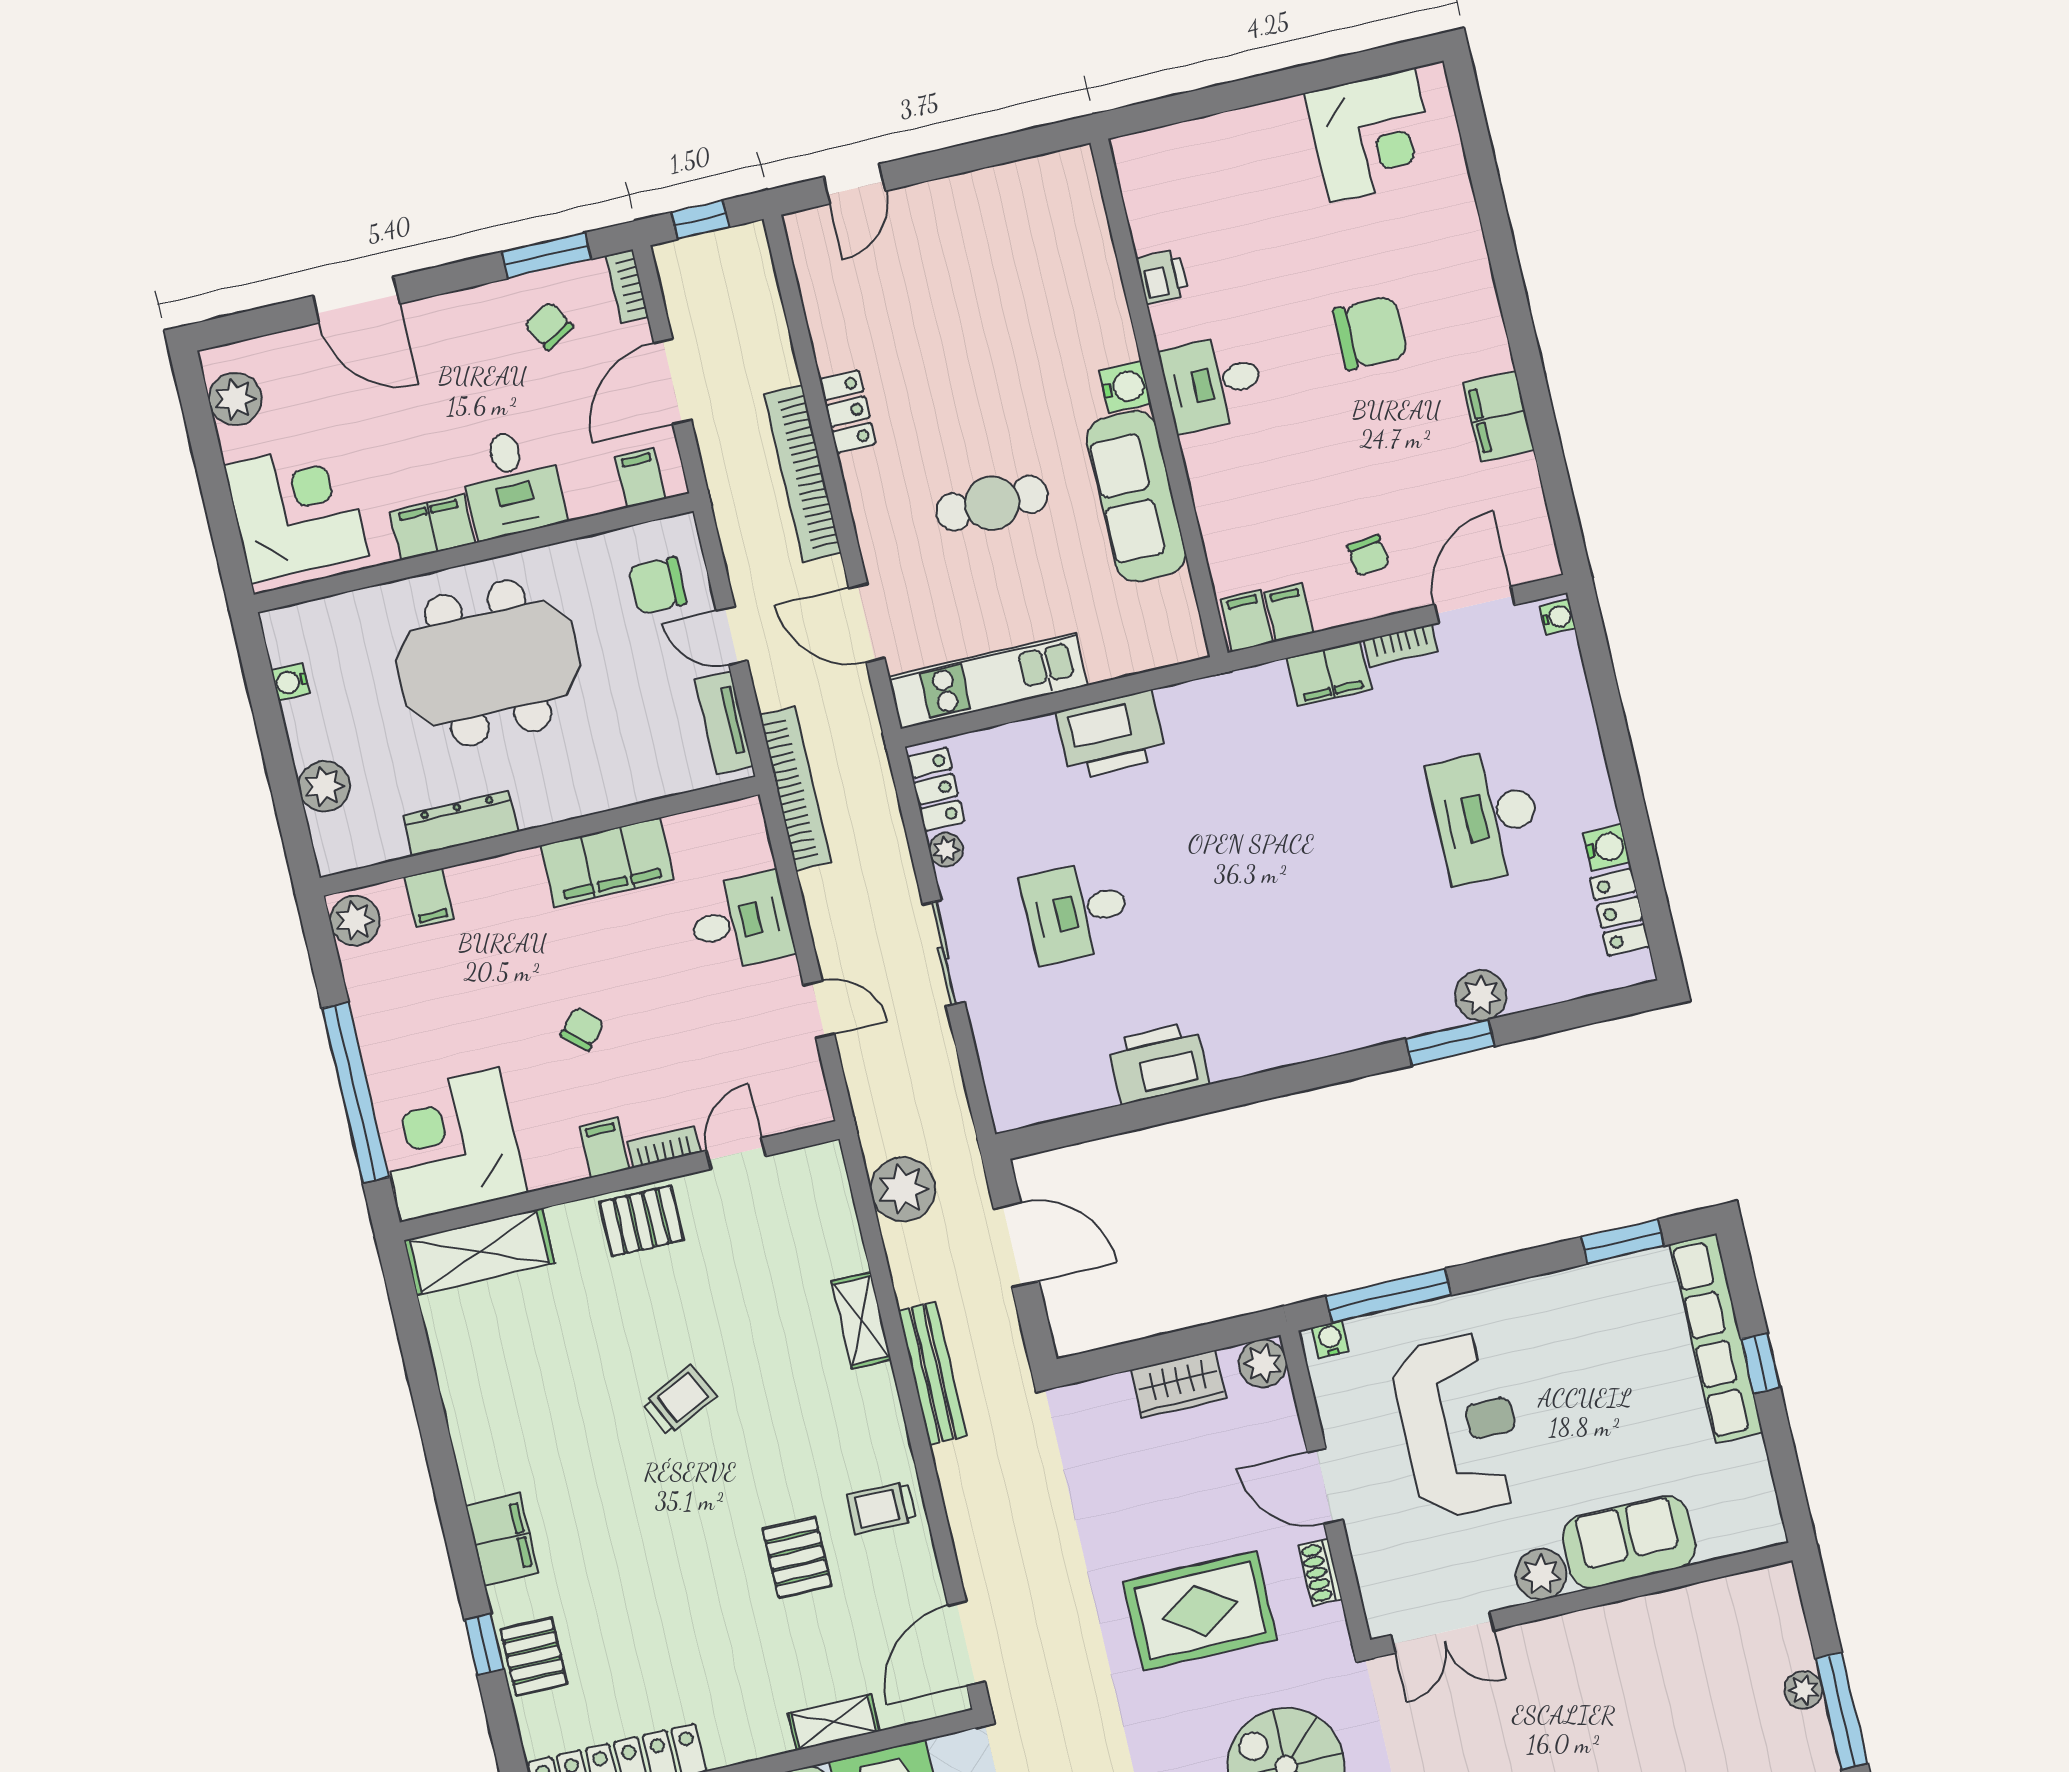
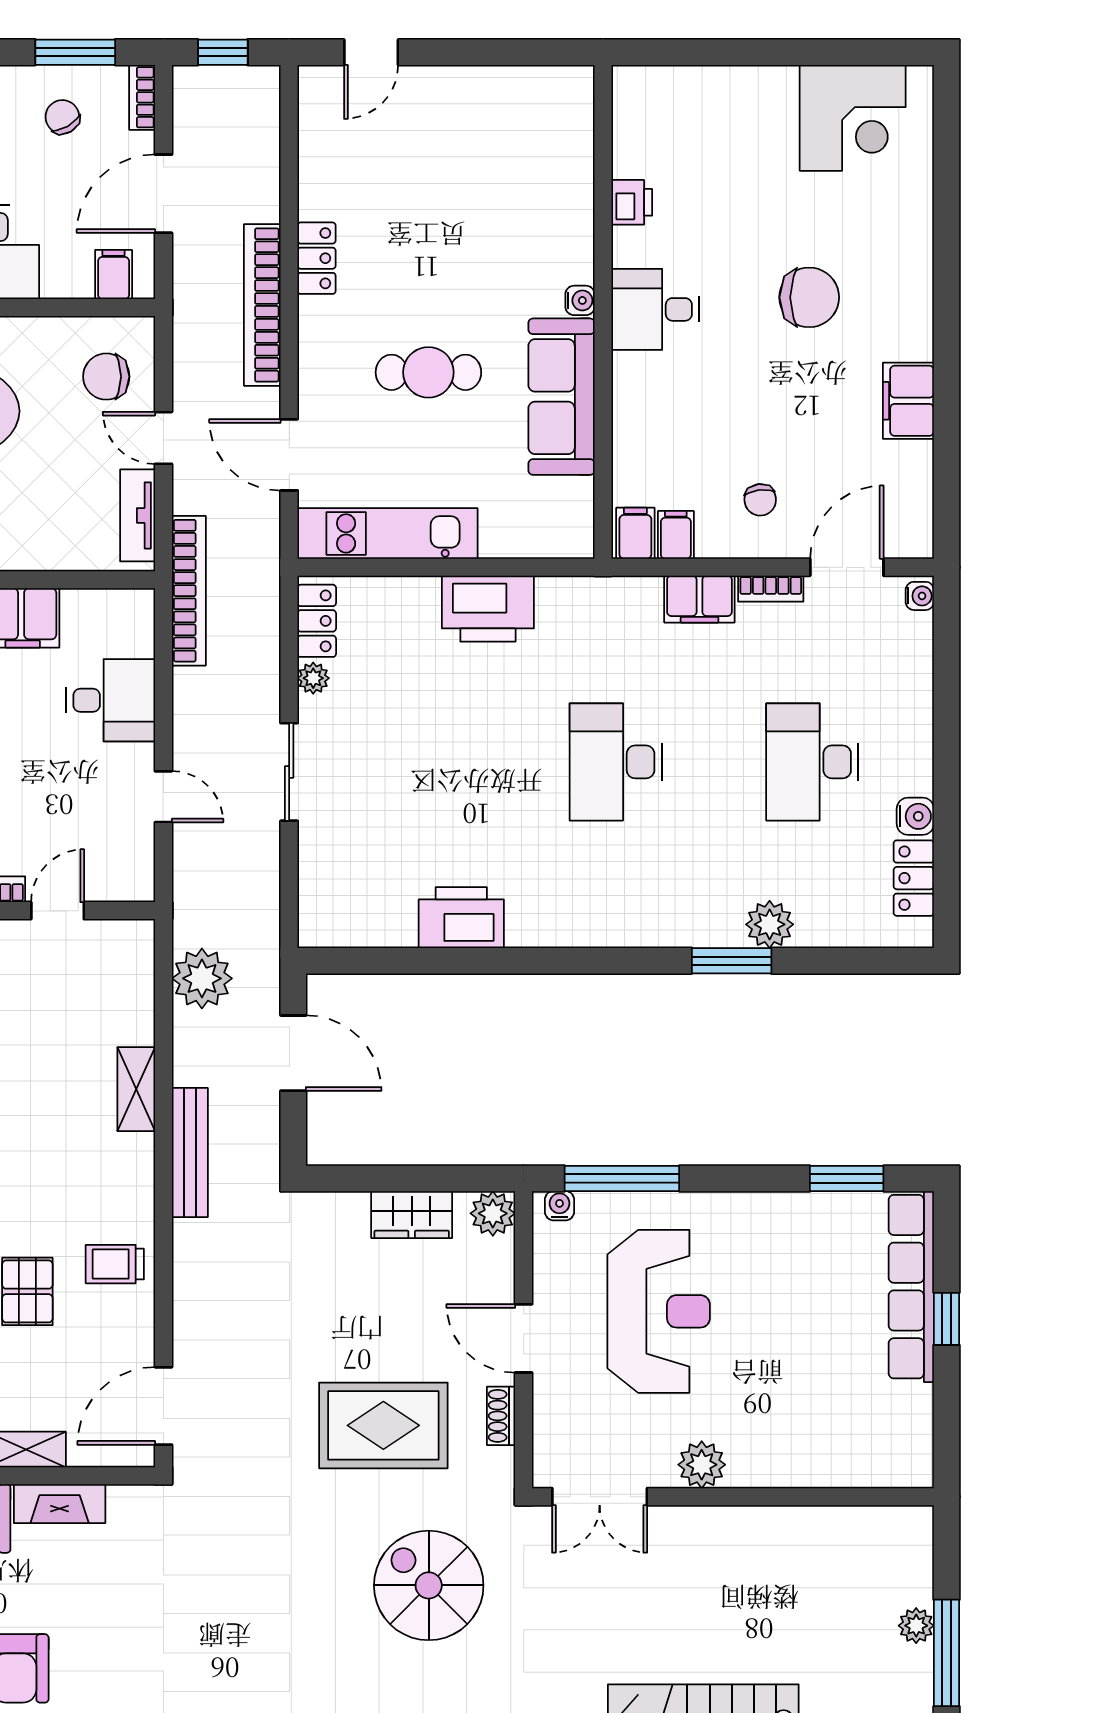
water cooler: (1125, 387) -> (580, 300), width x0.72, depth x0.72
desk: (1076, 911) -> (616, 762), moved, width x1.37
sofa: (1629, 1542) -> (789, 1454), removed

